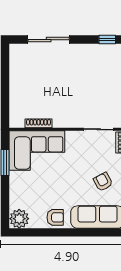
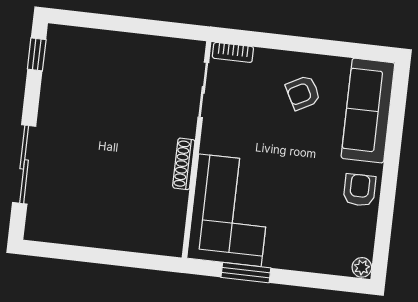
shoe rack: (38, 123) -> (184, 164), moved
plant: (19, 219) -> (362, 267), width x0.53, depth x0.53

